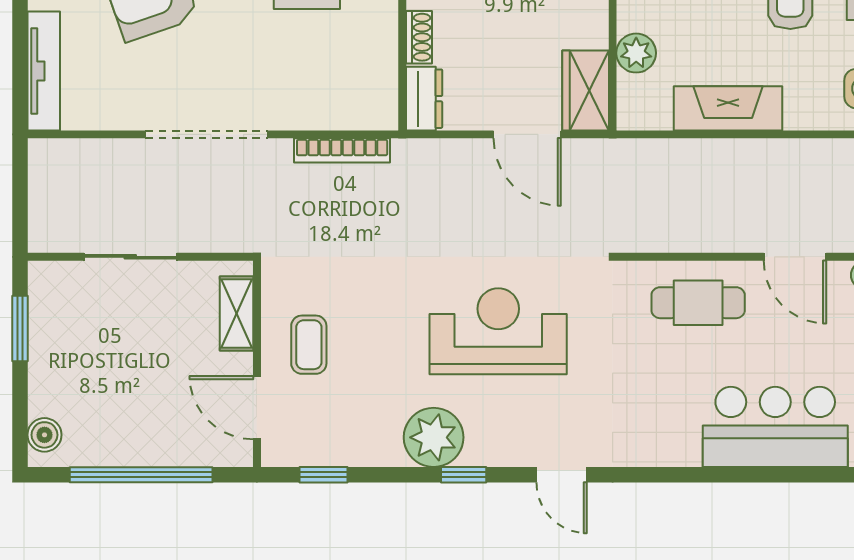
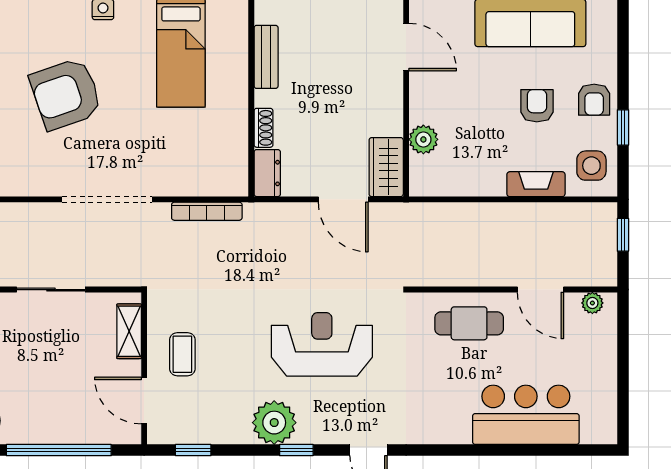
fireplace: (728, 108) -> (536, 184), moved, width x0.73, depth x0.76

